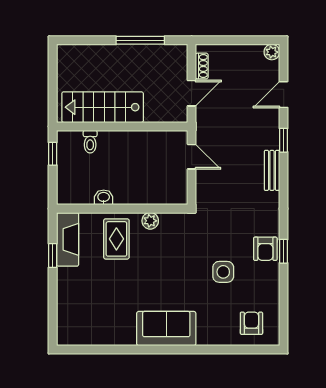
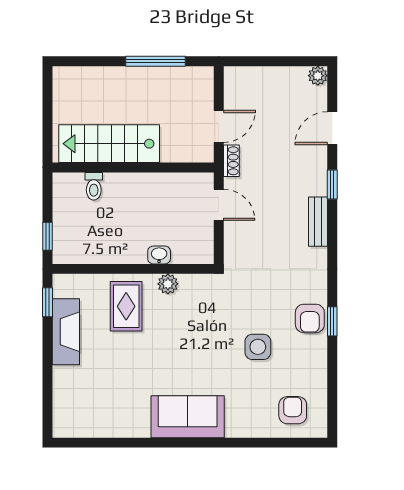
shoe rack: (202, 66) -> (231, 161), moved
window: (53, 154) -> (47, 236), moved
washbasin: (104, 197) -> (159, 255), moved
fireplace: (68, 239) -> (66, 332), moved
window: (53, 256) -> (47, 302), moved

